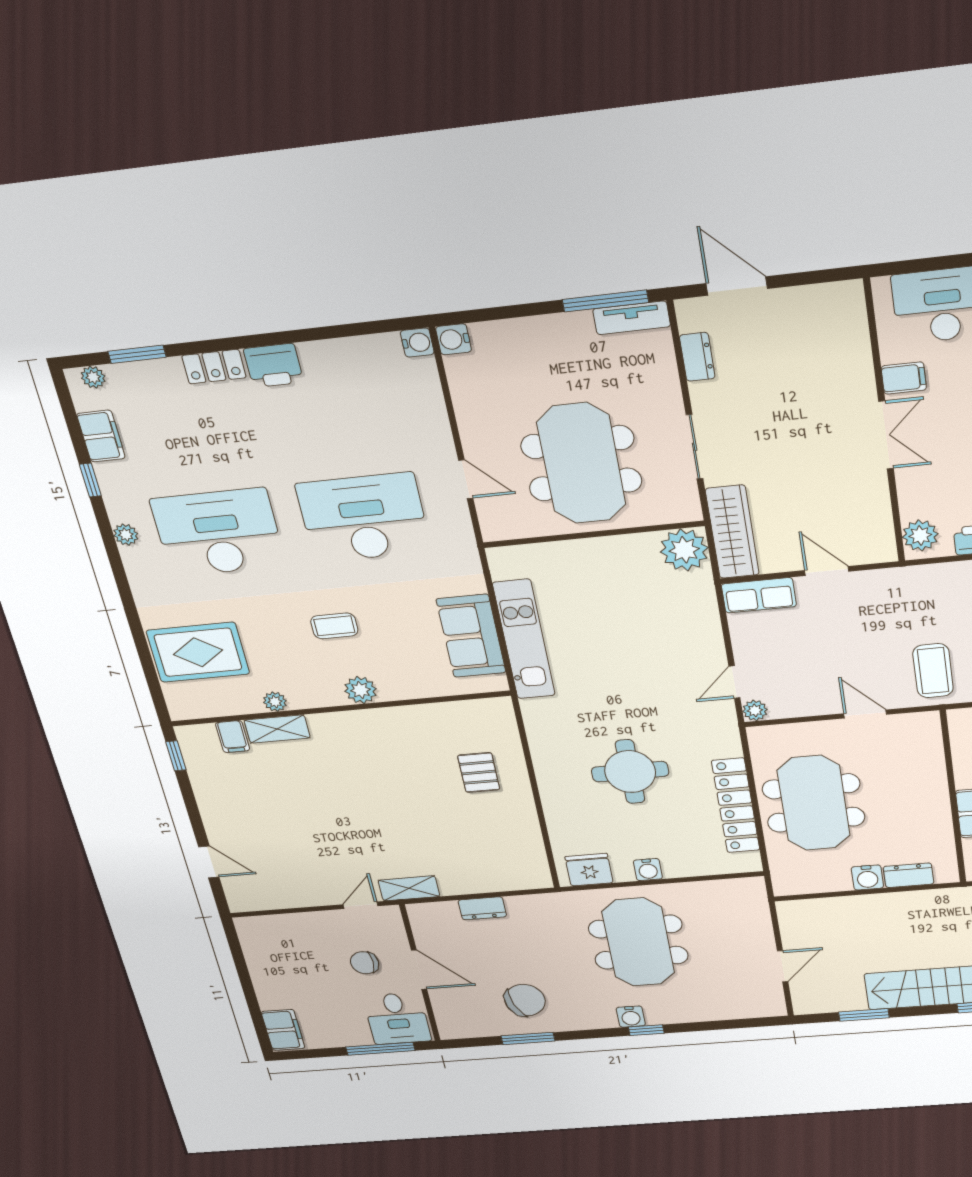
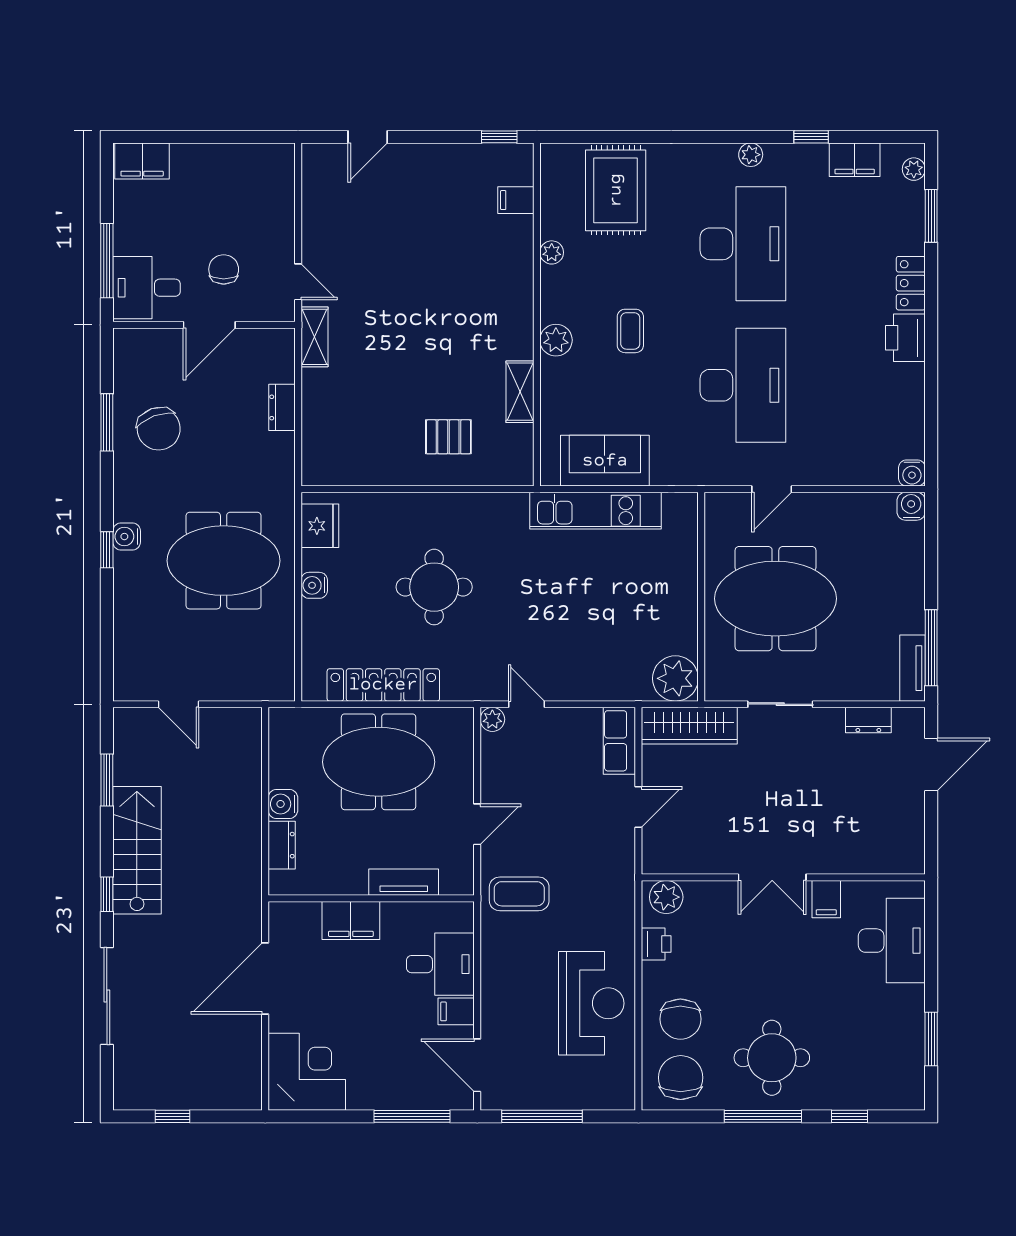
shelving: (277, 729) -> (520, 392), moved
tv unit: (933, 772) -> (404, 882), added

